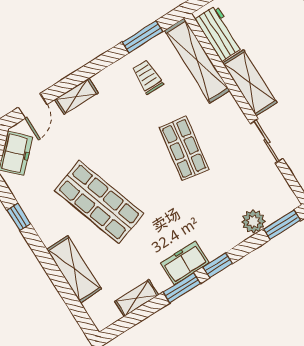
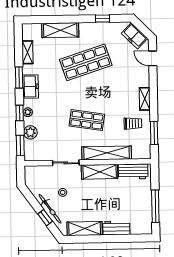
shelving: (197, 60) -> (107, 153), moved
shelving: (76, 96) -> (145, 99), moved
plant: (226, 244) -> (28, 112), added
window: (218, 265) -> (20, 113), moved

